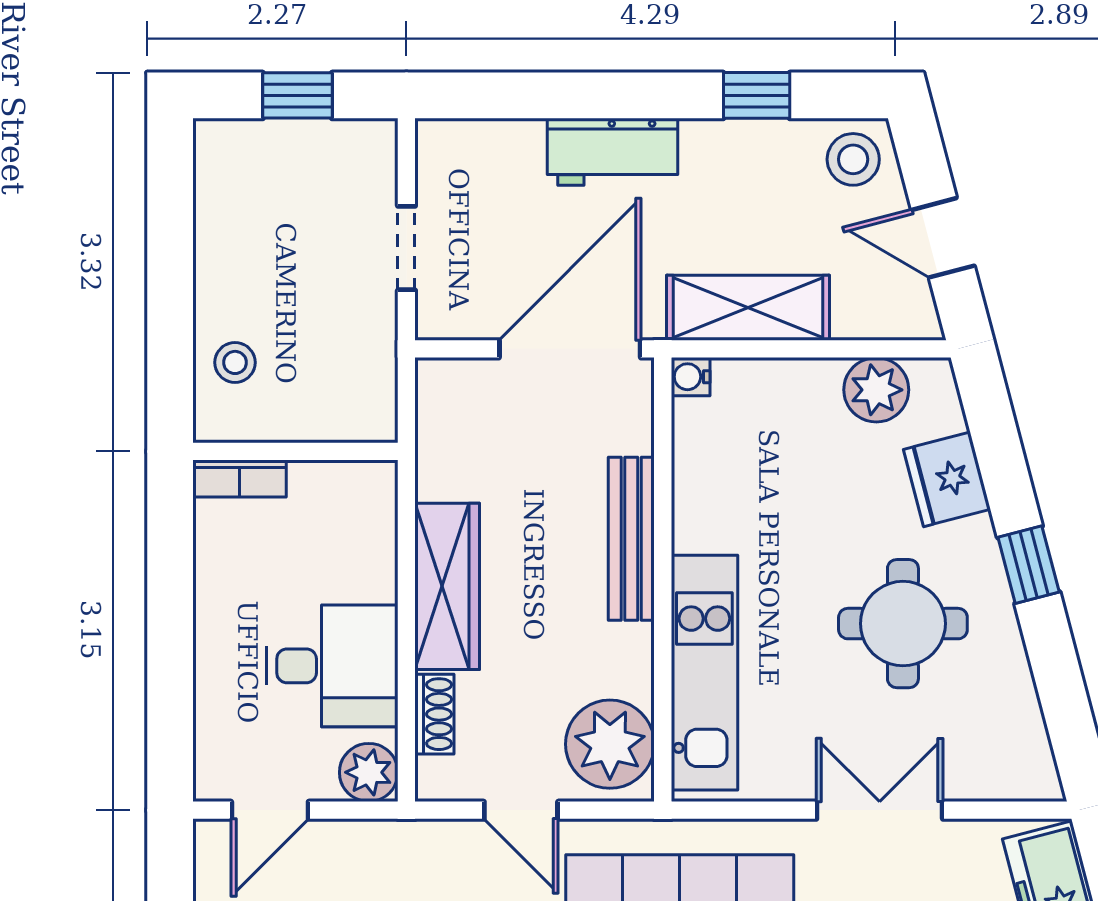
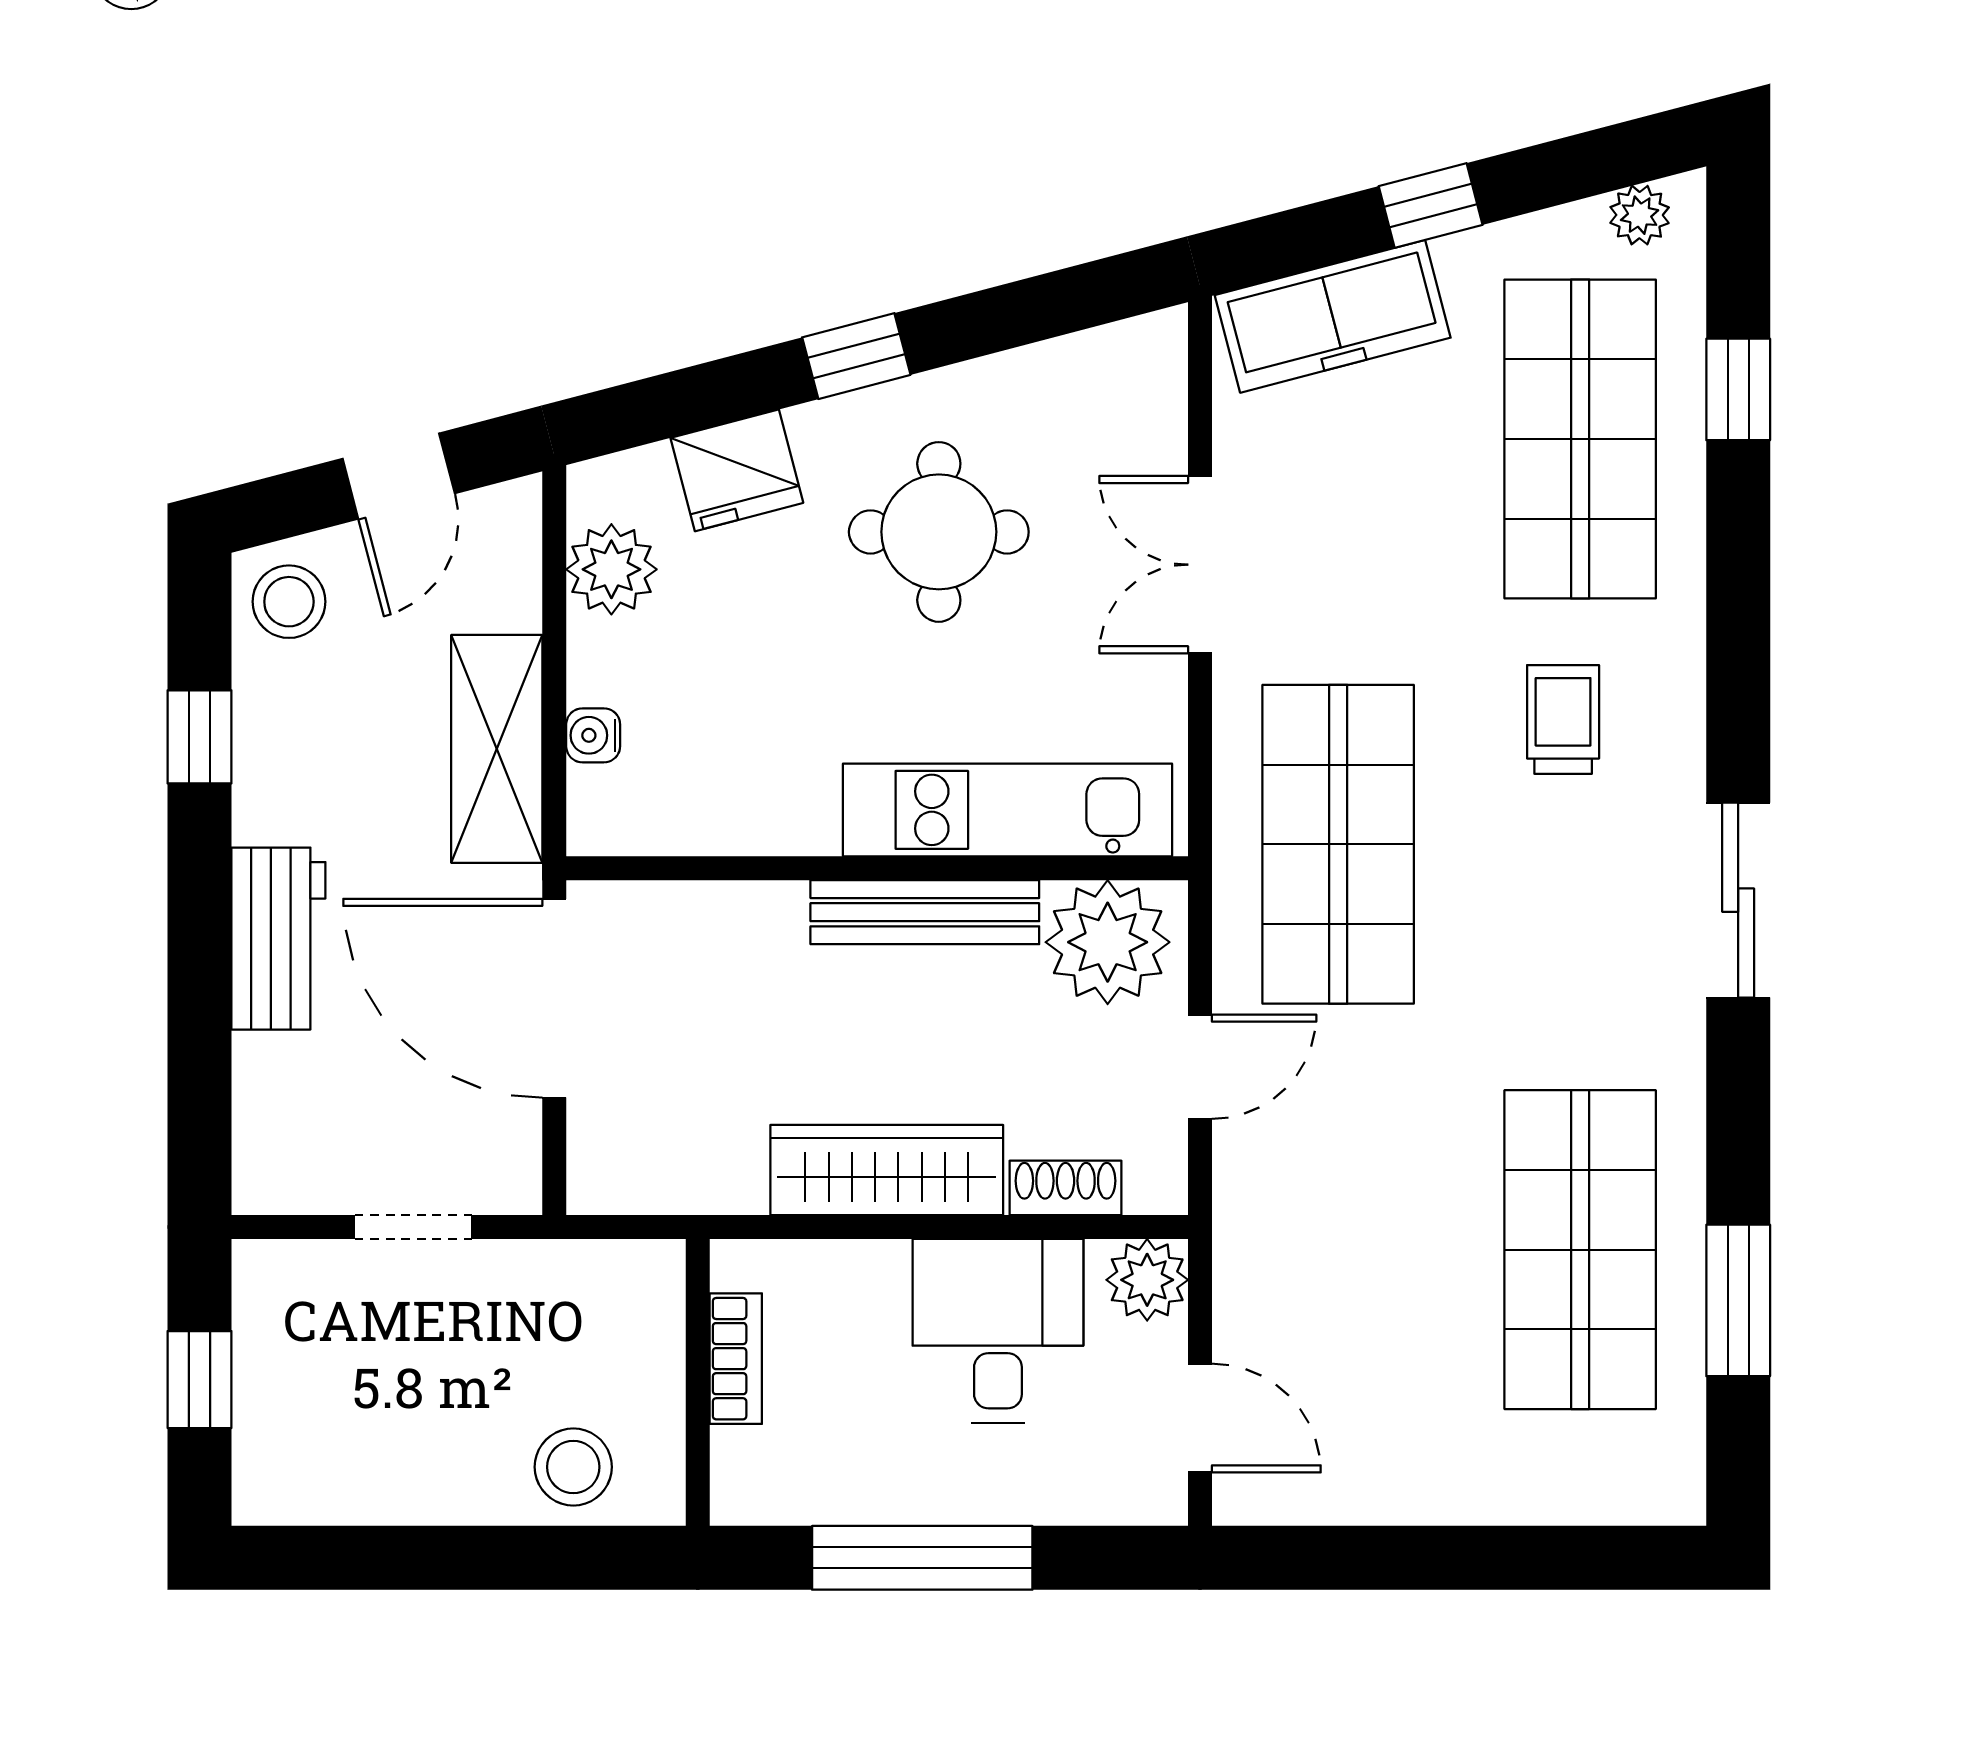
stool: (235, 362) -> (573, 1467), width x1.37, depth x1.37
water cooler: (691, 377) -> (593, 735), moved, turned 90
bookcase: (240, 479) -> (736, 1359), moved
bench: (631, 539) -> (925, 912), moved
window: (170, 612) -> (922, 1558), added

